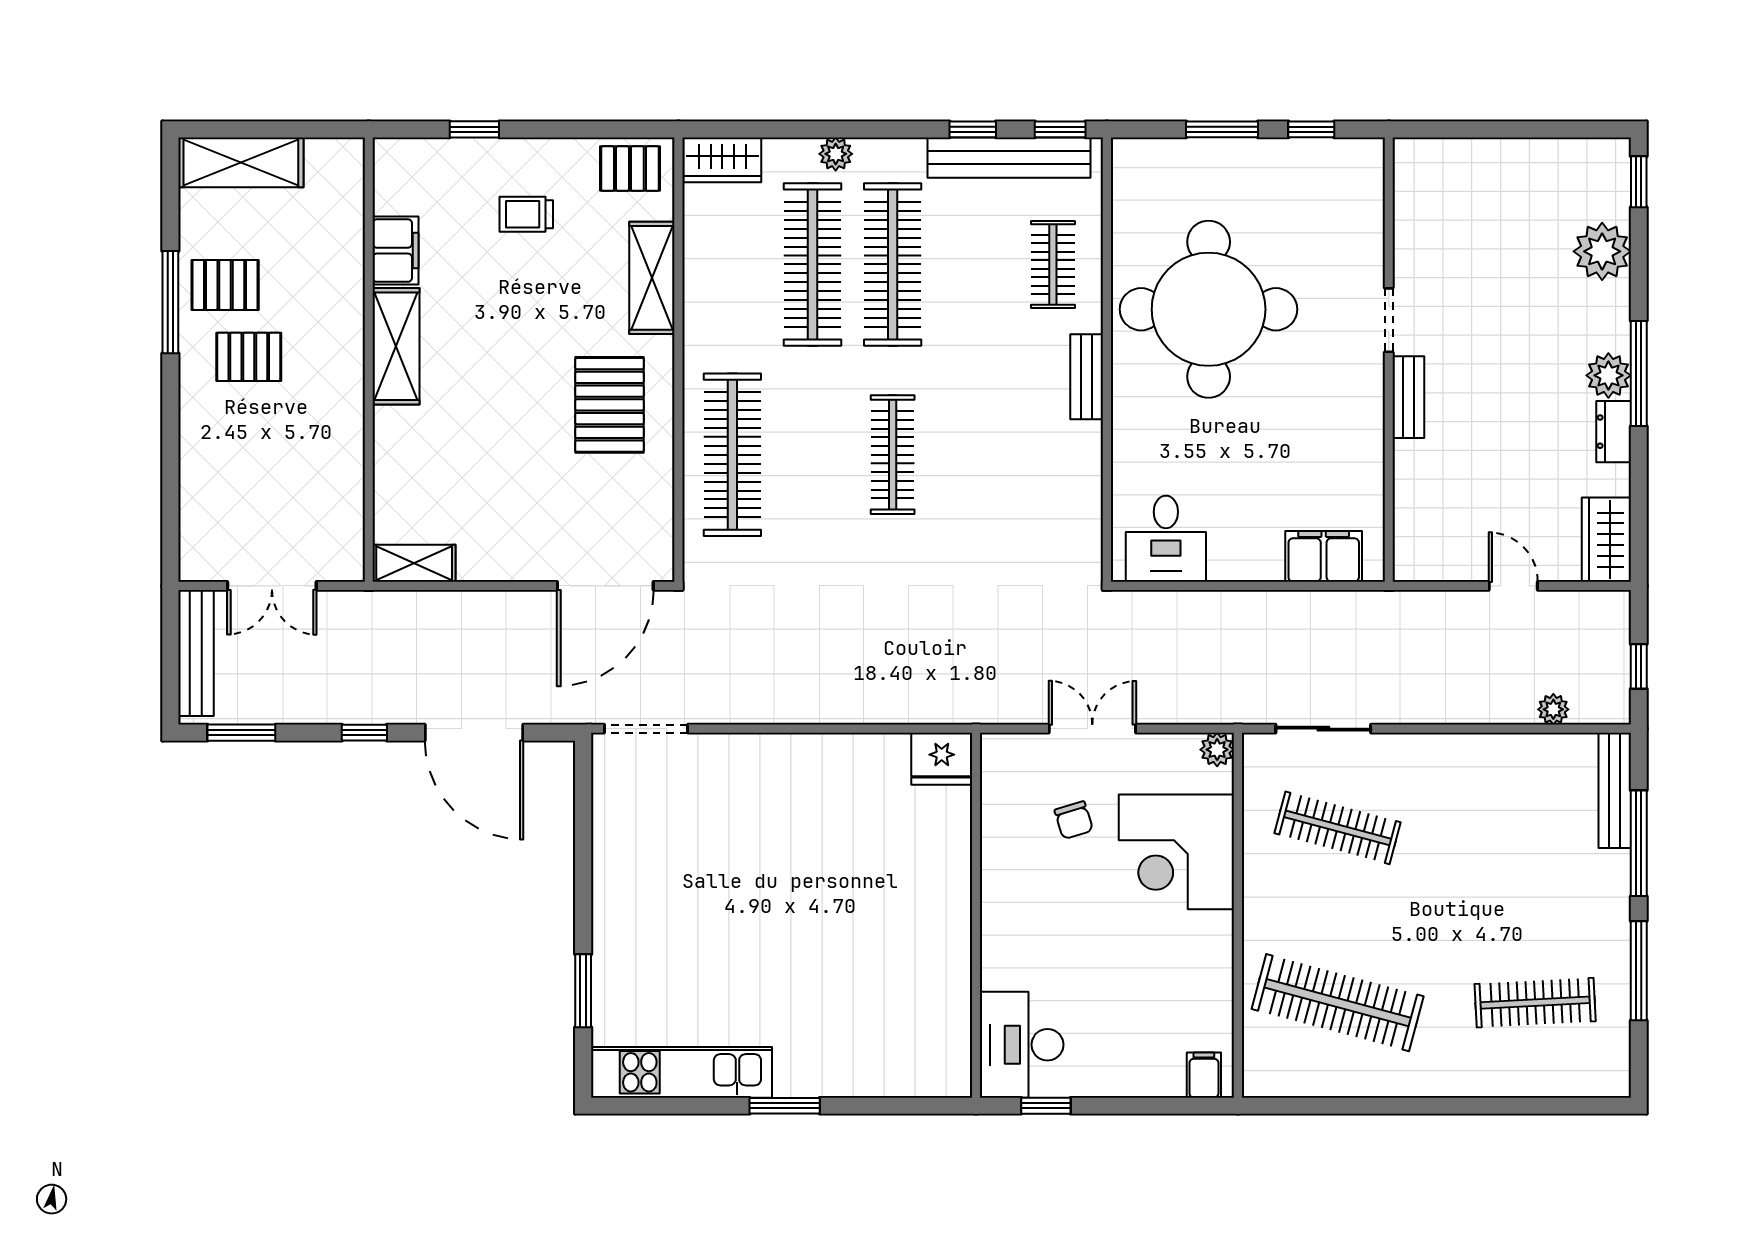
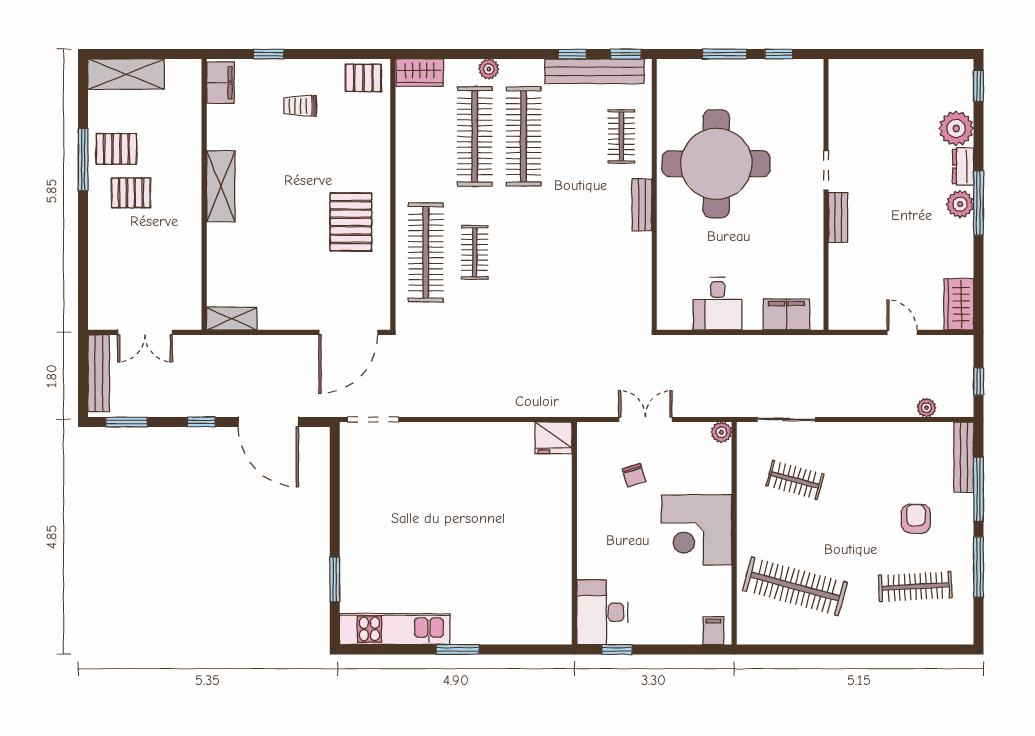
filing cabinet: (396, 251) -> (220, 83), moved
shelving: (652, 278) -> (377, 145), removed
dresser: (1614, 432) -> (963, 167), moved
clothes rail: (893, 455) -> (475, 252), moved, width x0.73
desk: (1166, 539) -> (718, 304), moved
clothes rail: (1338, 828) -> (795, 480), width x0.73
corner desk: (1176, 852) -> (697, 530), moved
armchair: (1536, 891) -> (916, 519), added

